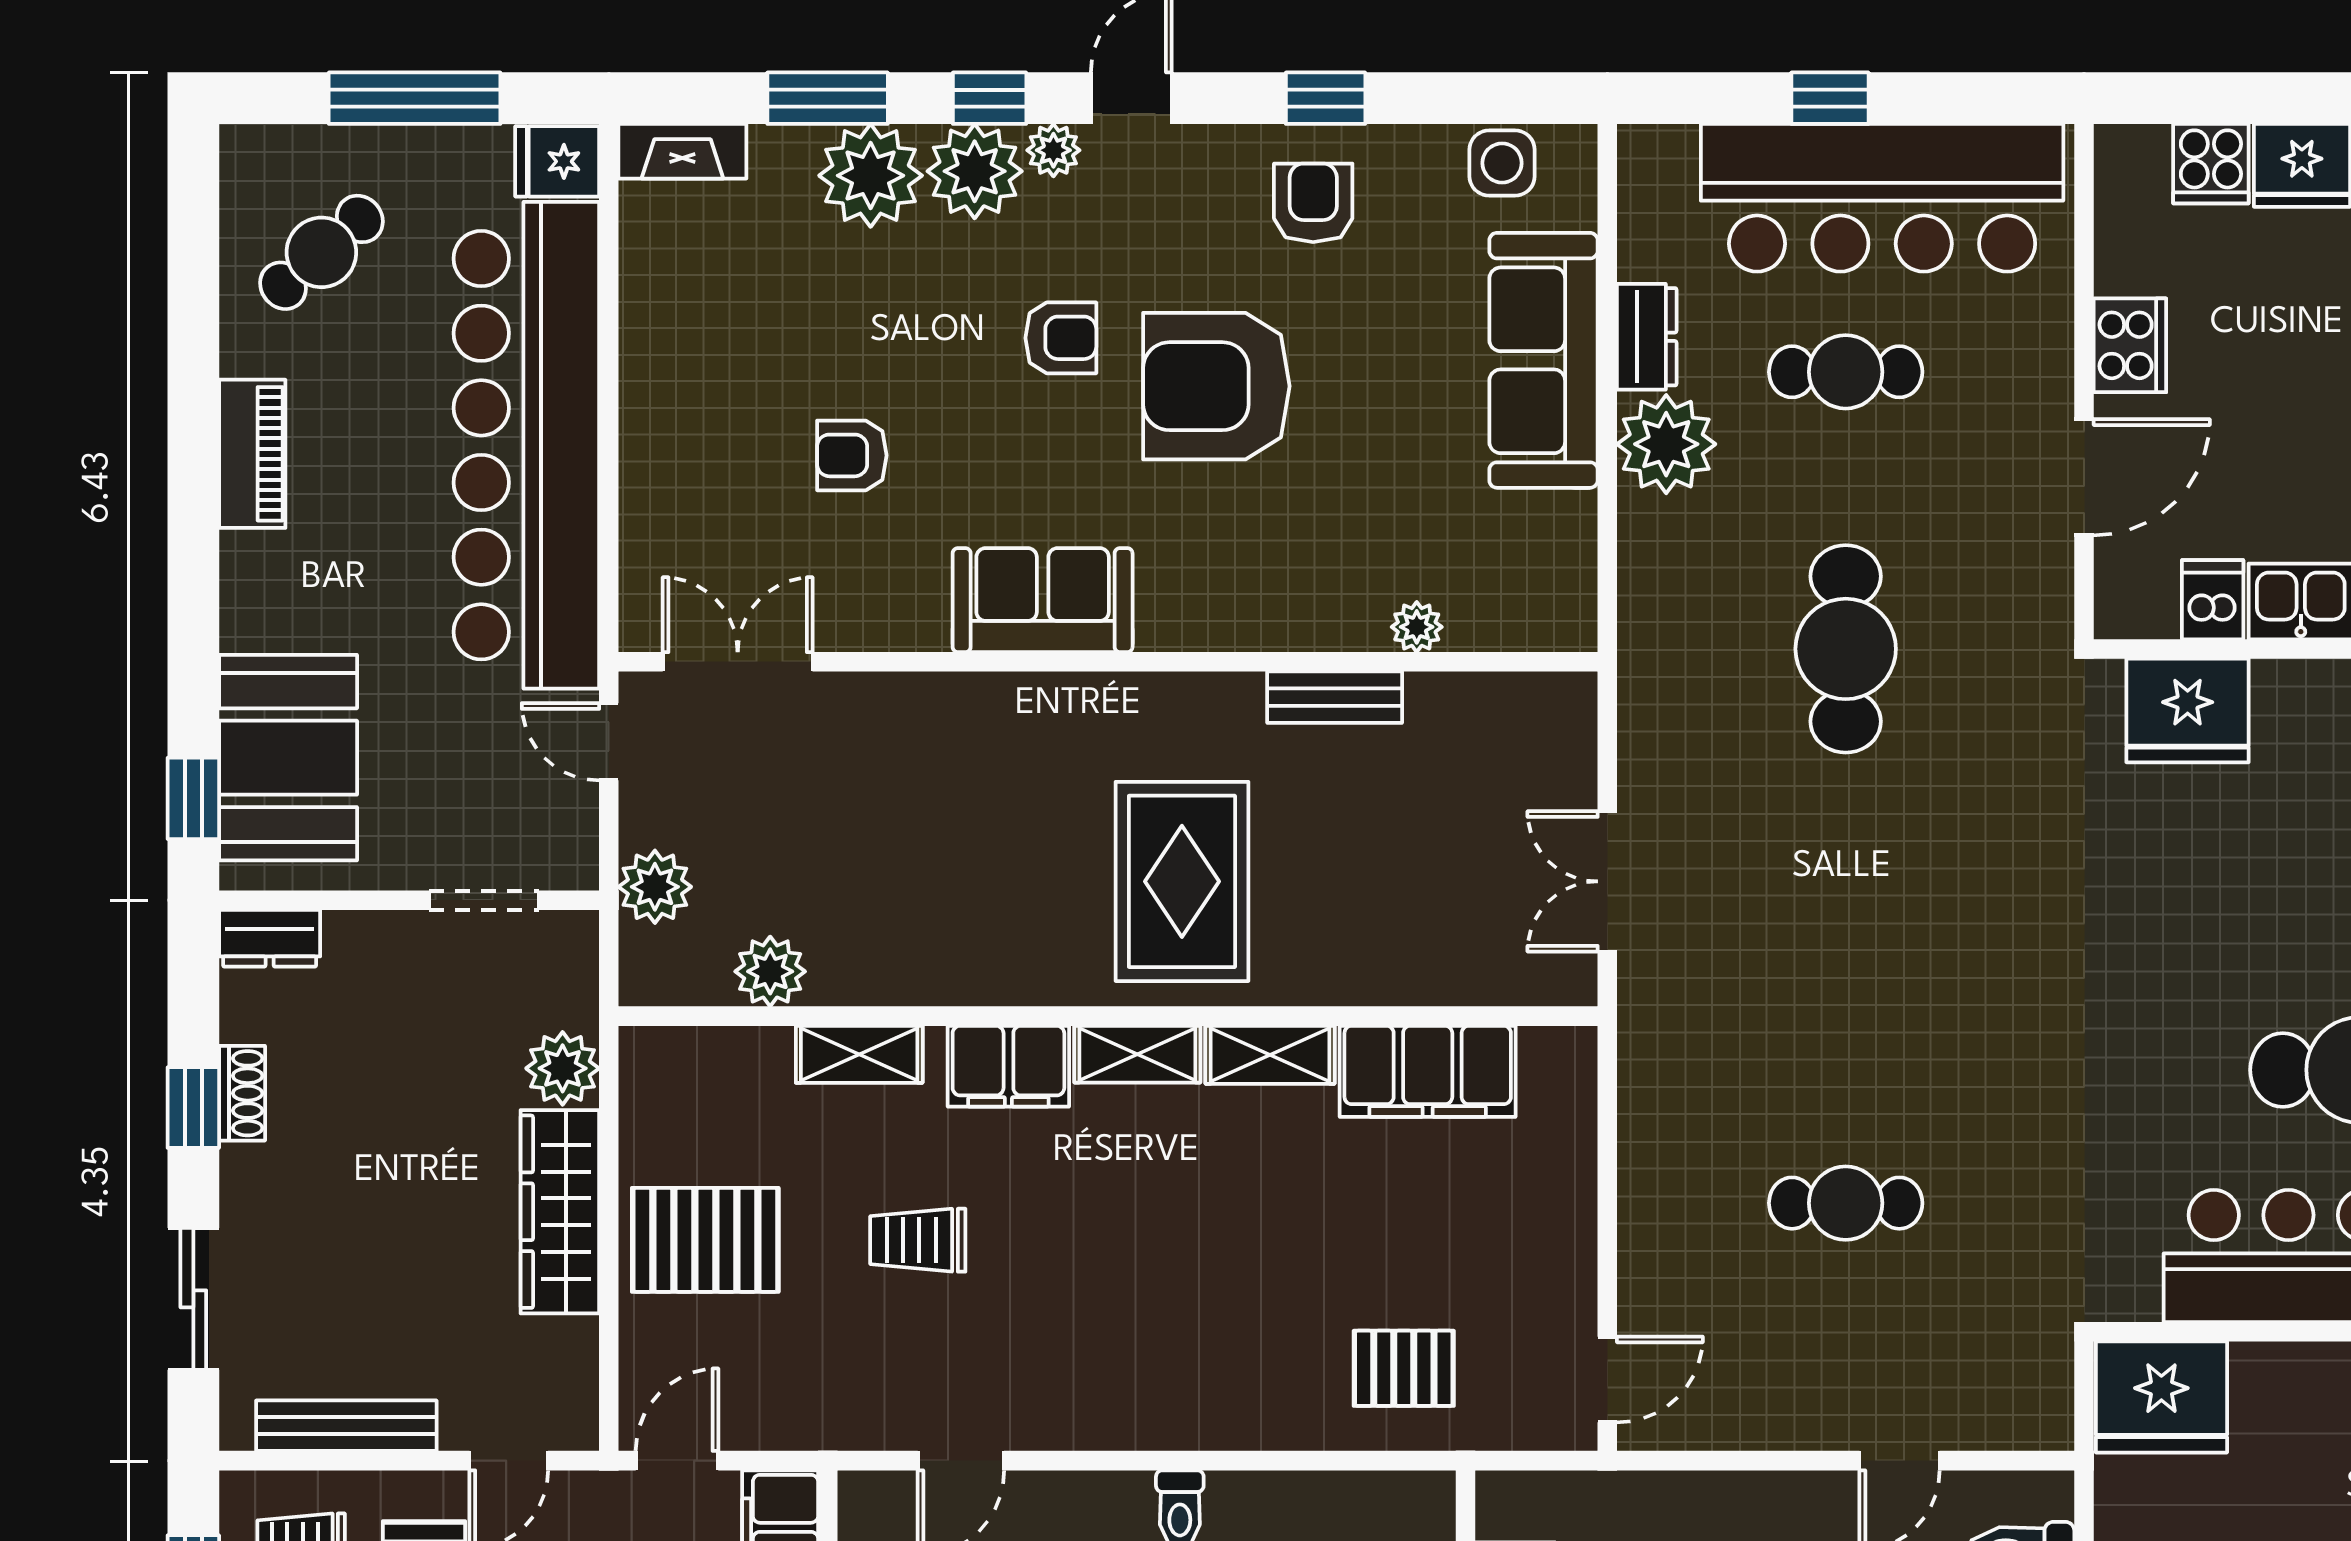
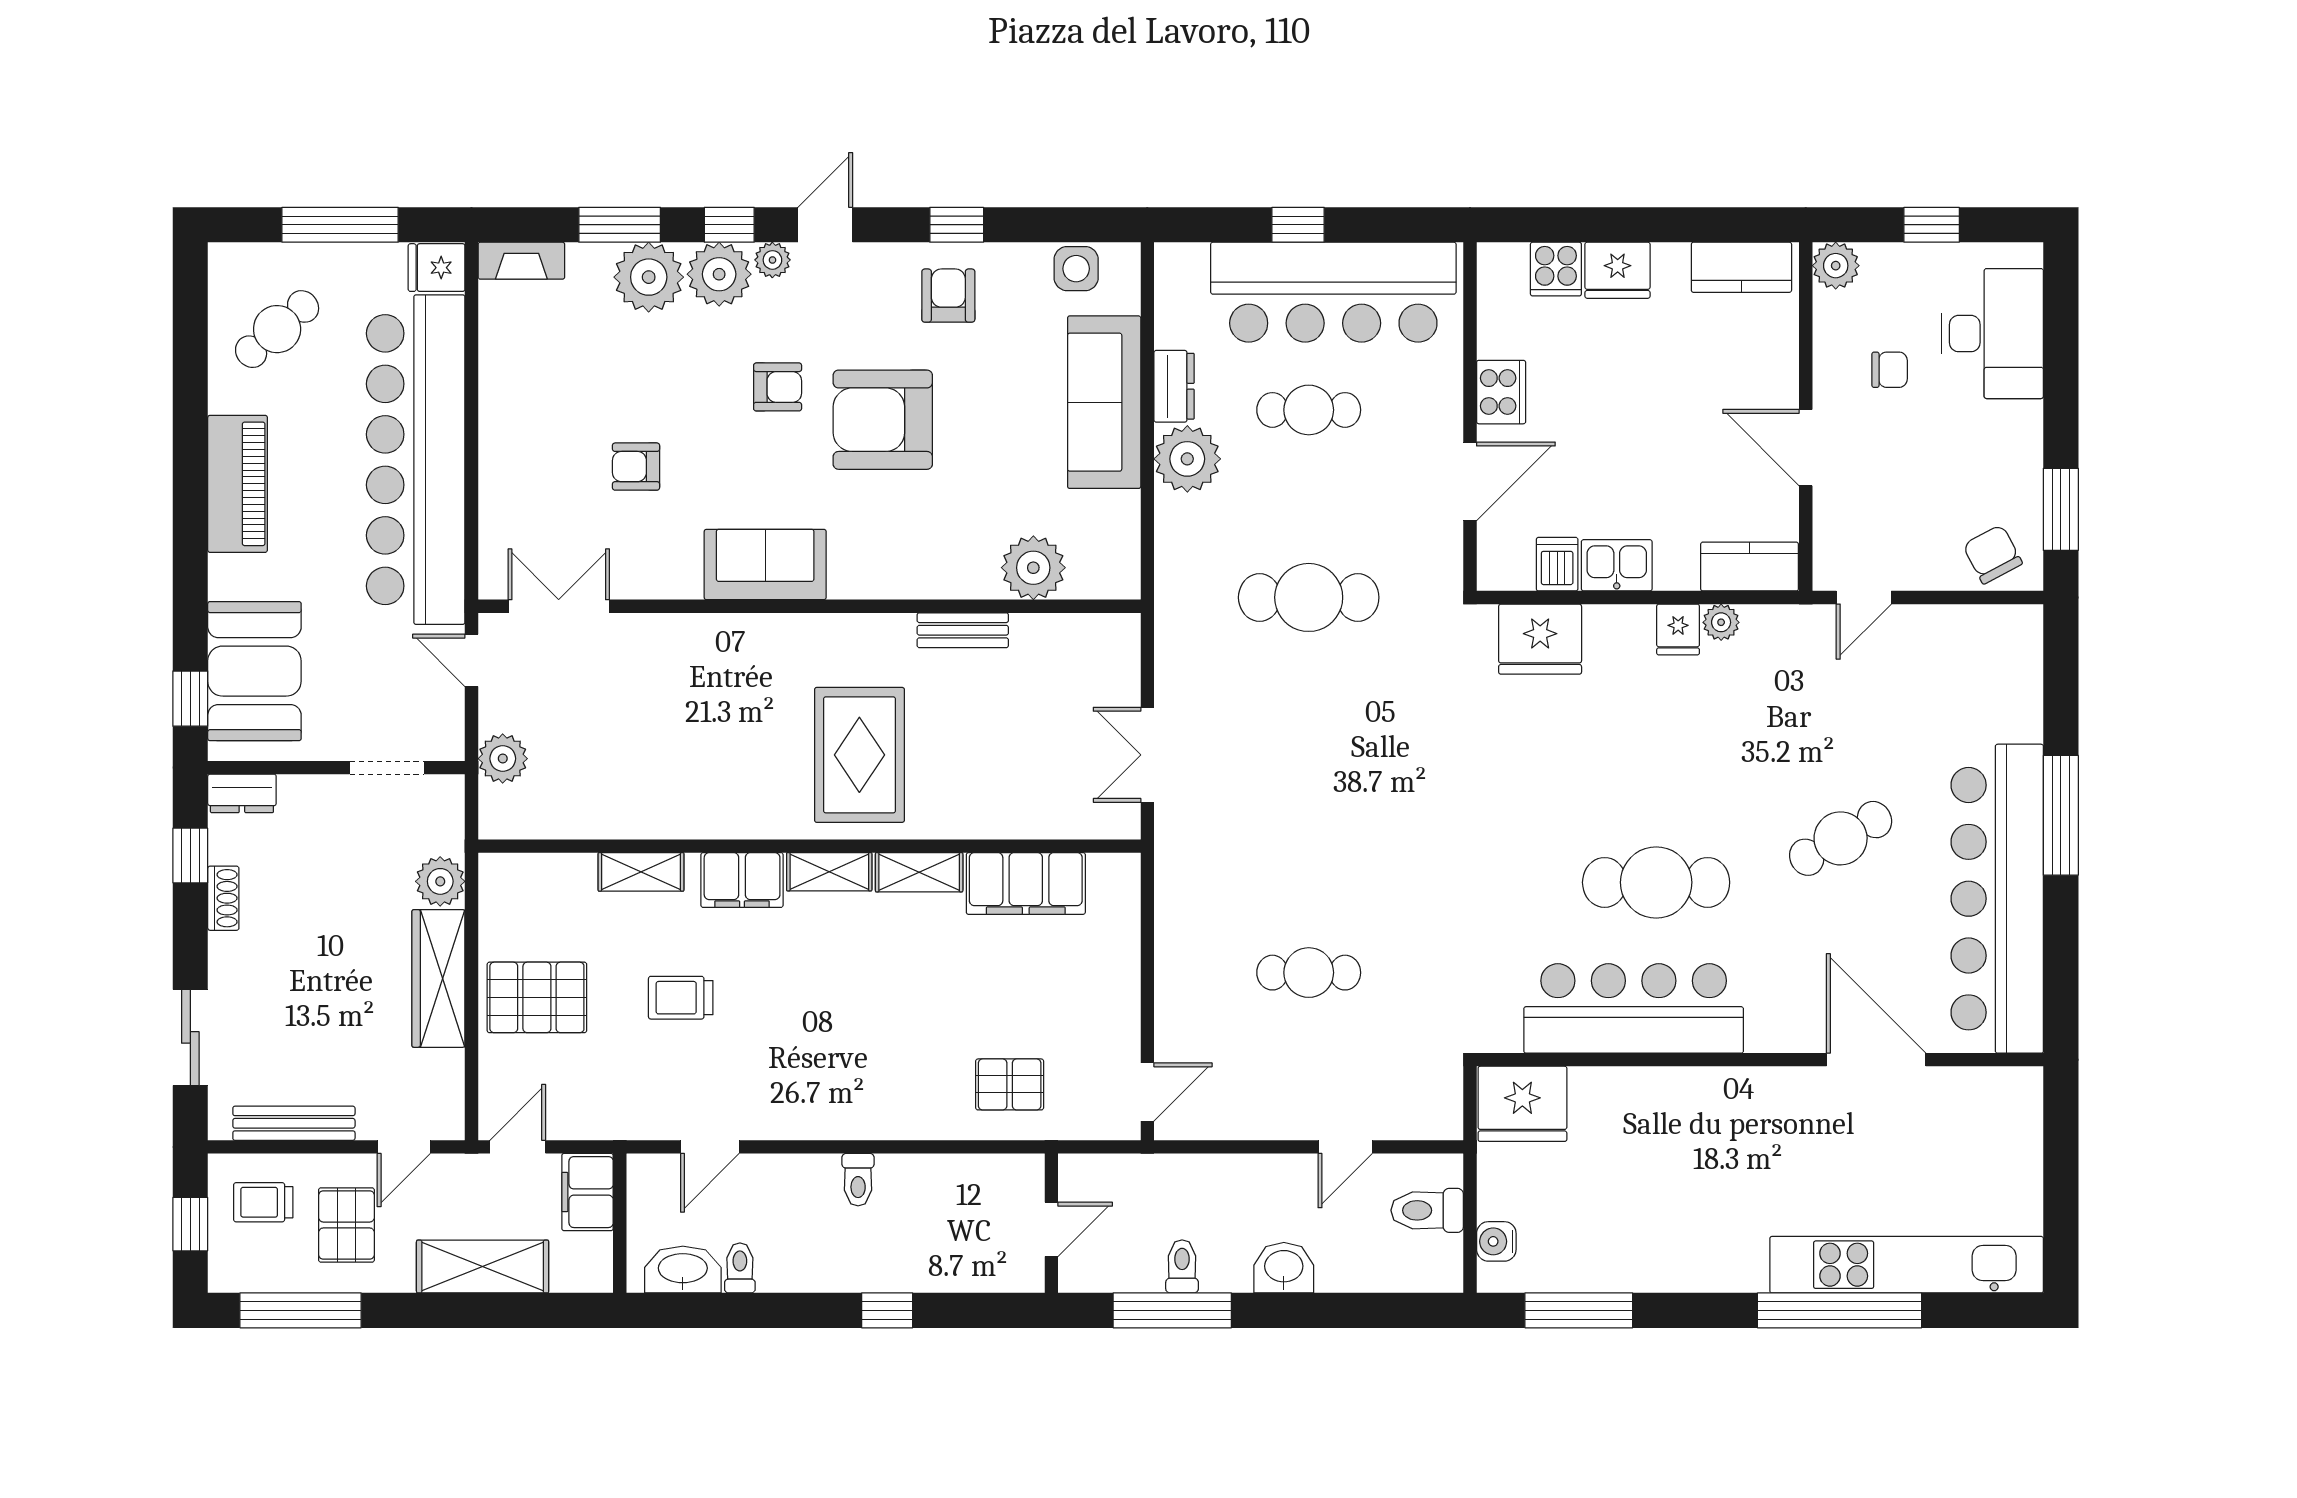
piano: (252, 454) -> (238, 484), width x1.37, depth x1.33
plant: (1417, 627) -> (1033, 568), width x1.87, depth x1.87
cafe table: (1846, 649) -> (1309, 597), turned 90
plant: (770, 971) -> (581, 816), removed
window: (193, 1108) -> (190, 855), moved

